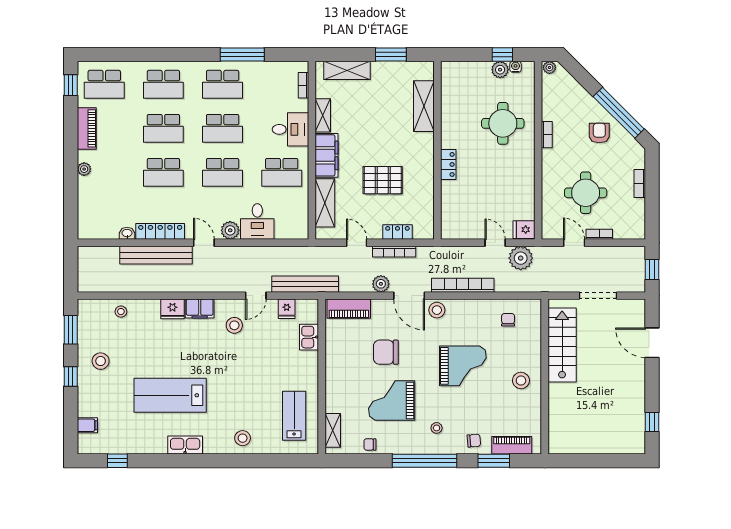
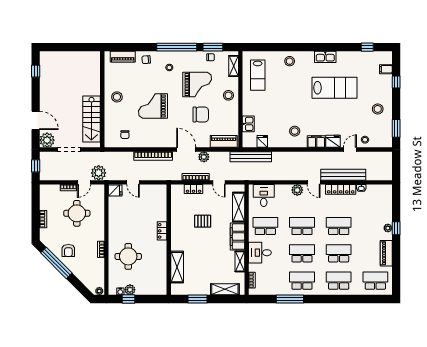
window: (71, 85) -> (396, 228), moved
pallet: (383, 180) -> (203, 221), width x0.67, depth x0.71
desk: (257, 222) -> (264, 195), moved
door: (574, 243) -> (84, 182), hinge flipped
plant: (521, 258) -> (99, 173), moved
door: (256, 296) -> (350, 150), moved
stool: (437, 310) -> (228, 95), moved
plant: (634, 311) -> (47, 140), added
window: (71, 377) -> (396, 82), moved
window: (494, 461) -> (213, 47), moved

